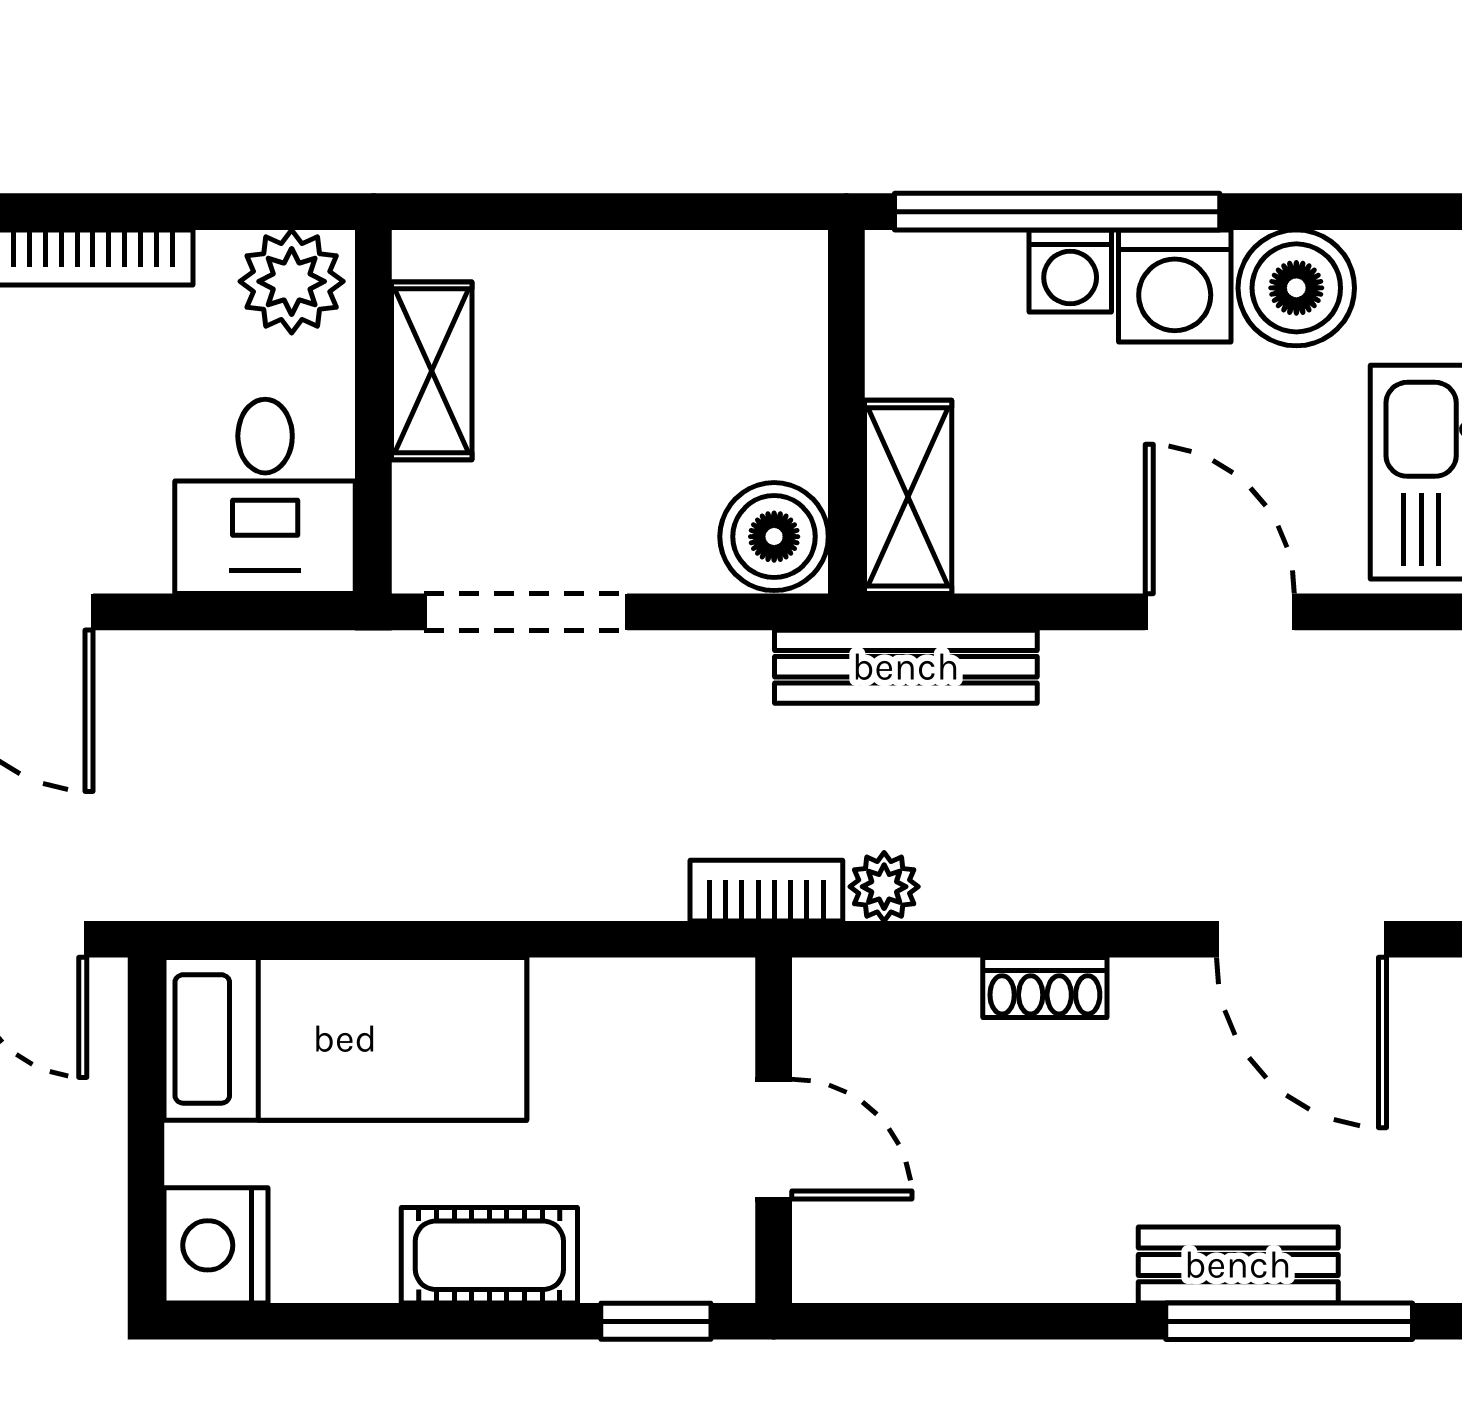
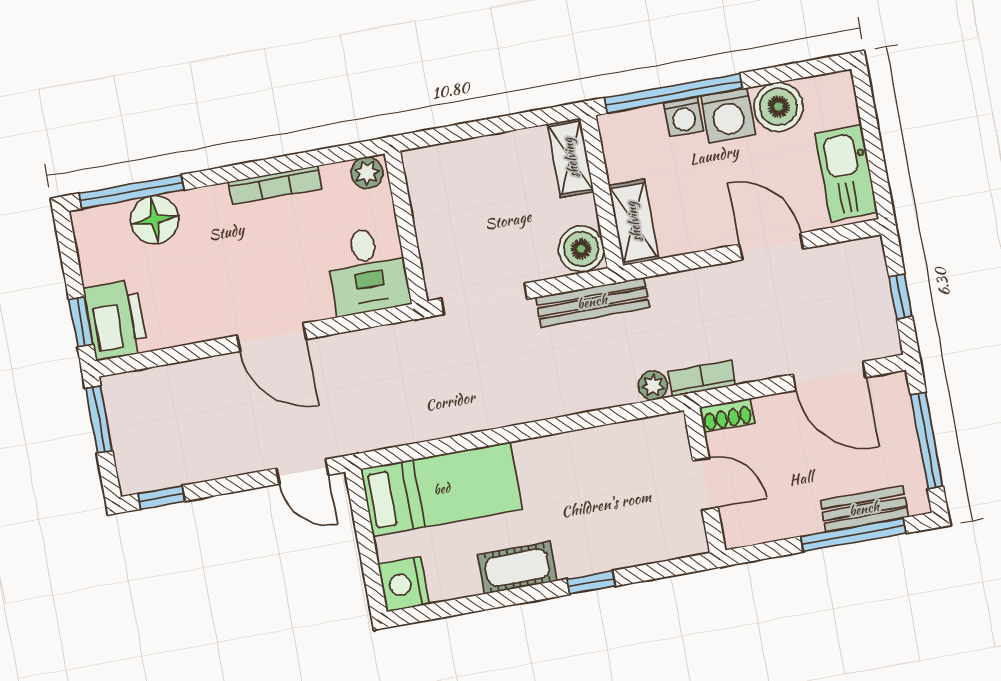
plant: (292, 281) -> (367, 173), width x0.73, depth x0.73
shelving: (432, 371) -> (571, 158), moved
bench: (906, 667) -> (592, 302), moved
bookcase: (766, 891) -> (702, 378), moved
wall: (774, 1130) -> (705, 480), moved
door: (774, 1139) -> (705, 484), moved
bench: (1238, 1265) -> (864, 509), moved

